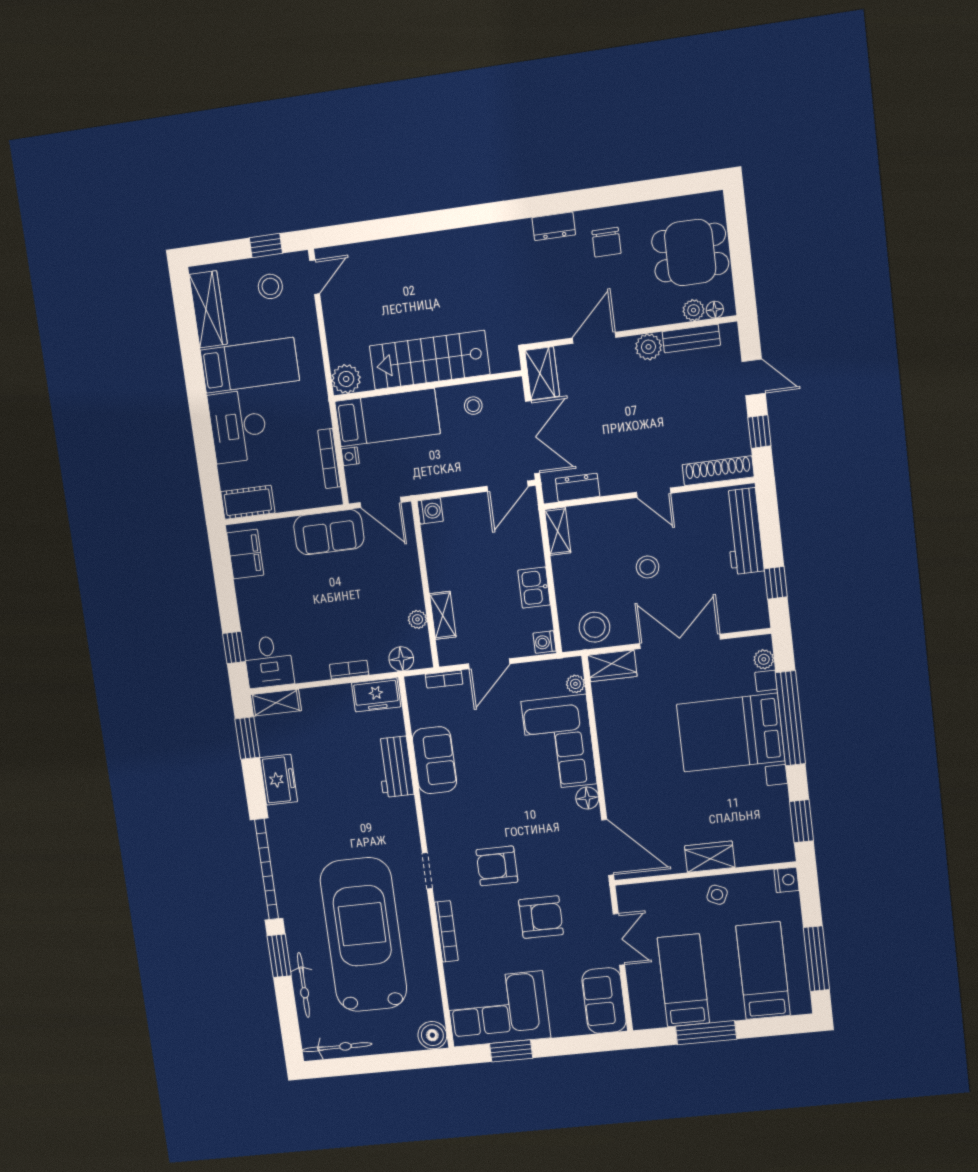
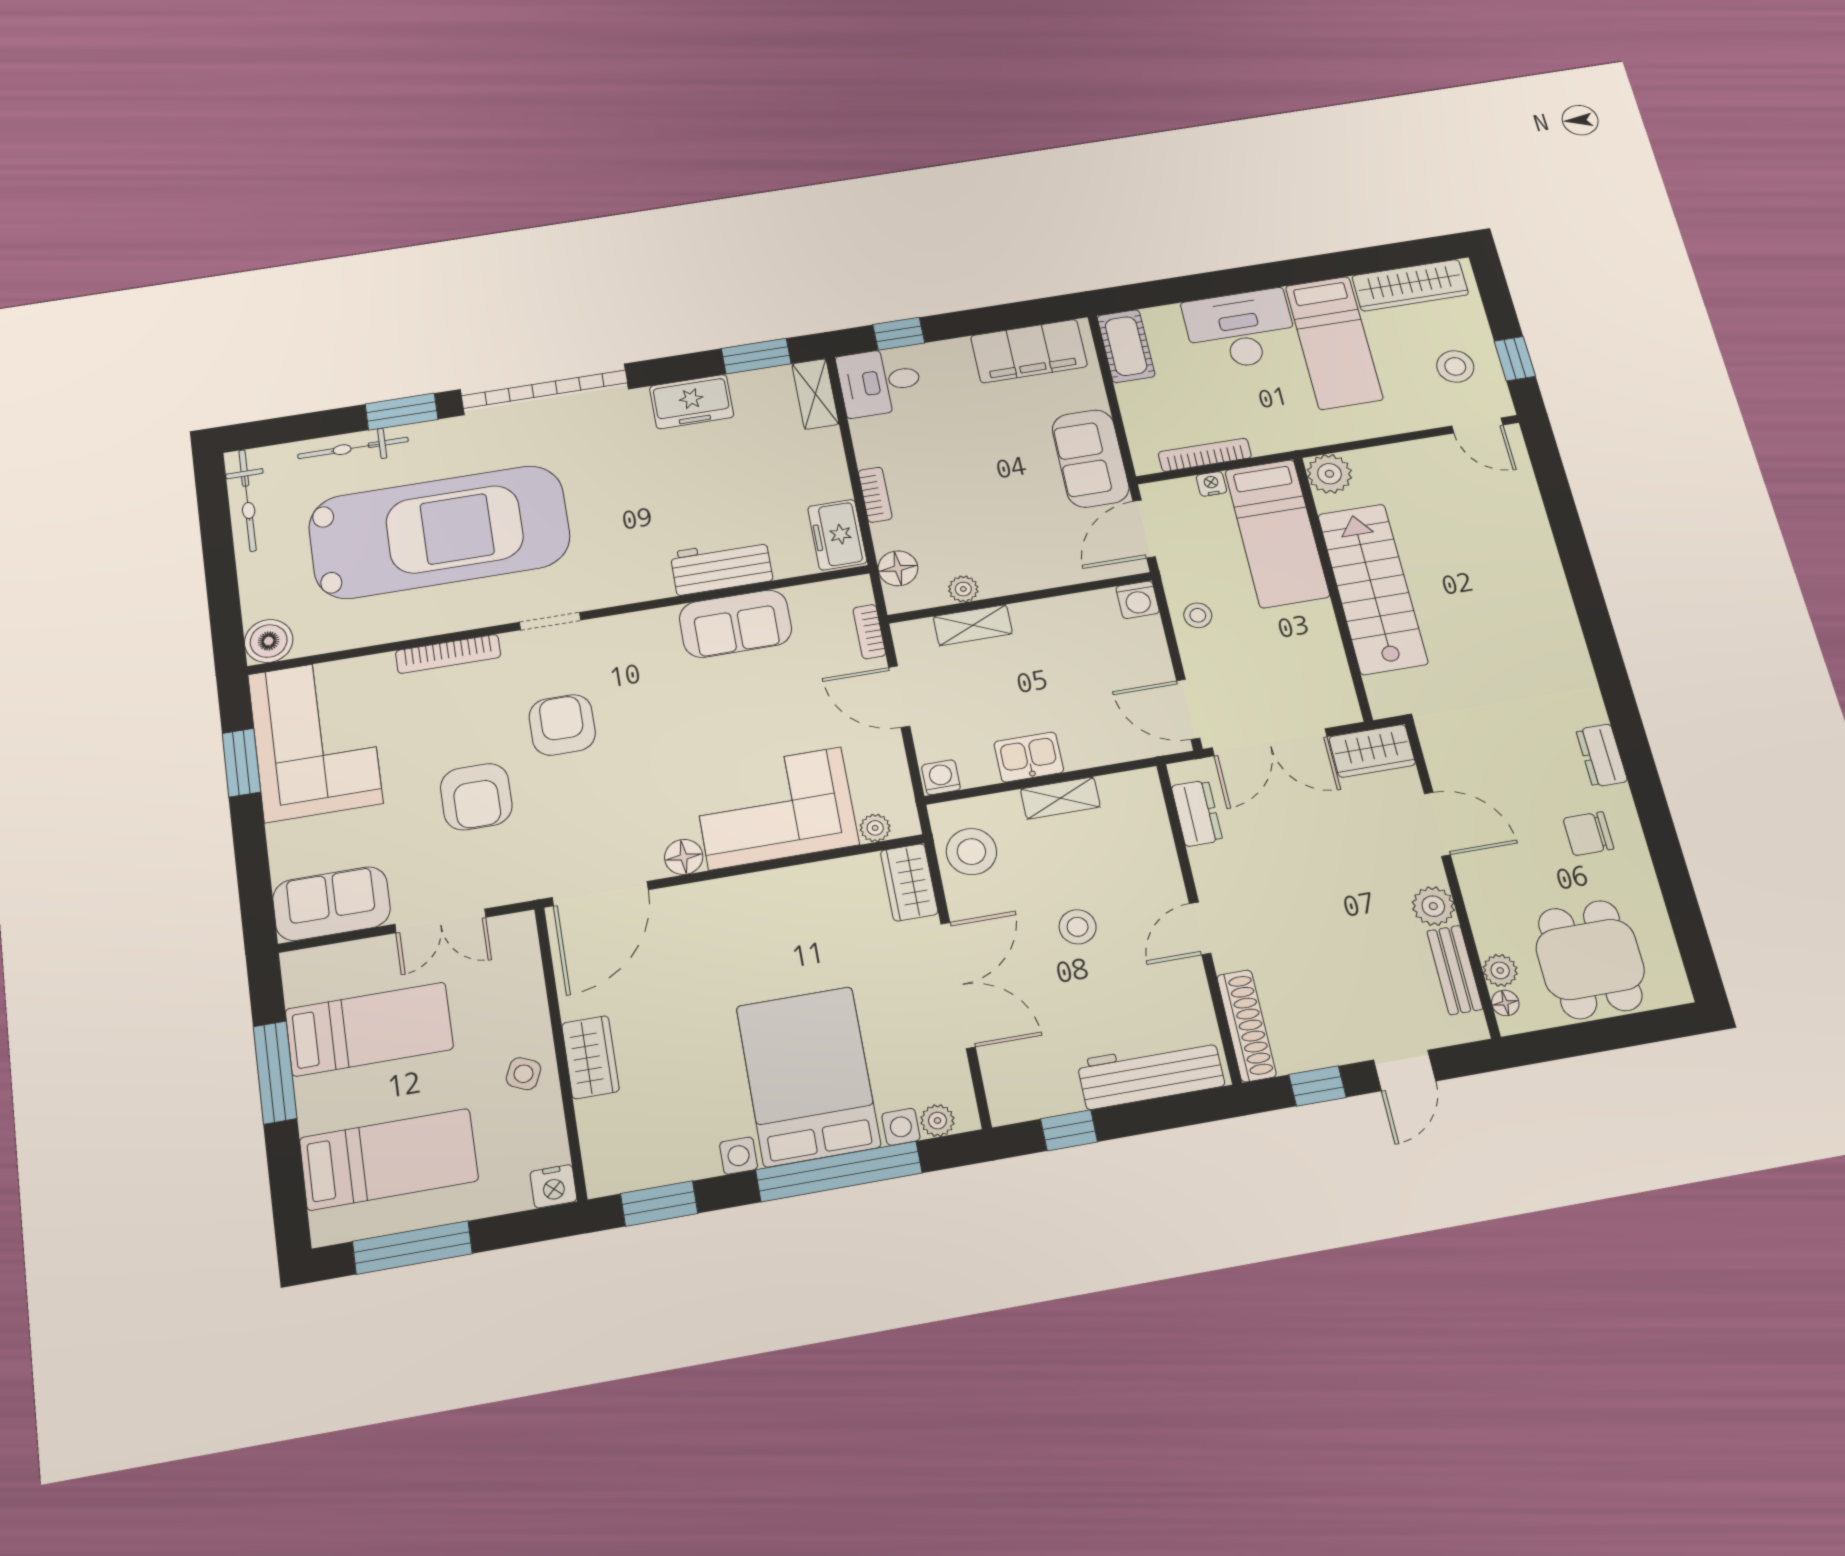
stool: (473, 406) -> (1198, 615), moved
shelving: (558, 531) -> (1060, 798), moved
filing cabinet: (245, 554) -> (1029, 351), width x1.50, depth x1.17

